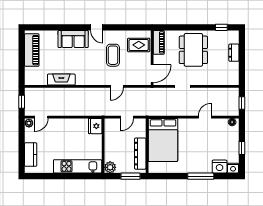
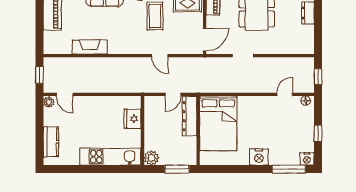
door: (117, 86) -> (160, 56), hinge flipped
door: (41, 117) -> (64, 94), hinge flipped
door: (205, 117) -> (285, 94), moved
fridge: (95, 126) -> (133, 119), moved
dresser: (140, 154) -> (189, 116), moved
nightstand: (220, 167) -> (259, 157), moved
window: (201, 176) -> (289, 169), moved

